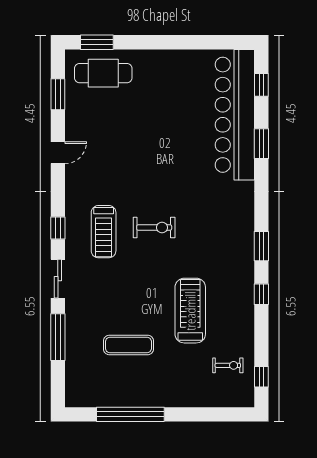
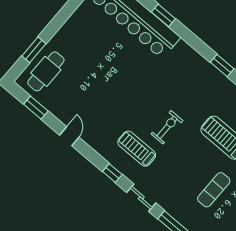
window: (97, 42) -> (34, 50), moved
exercise bike: (154, 228) -> (167, 127), moved
treadmill: (104, 232) -> (137, 149), turned 180

